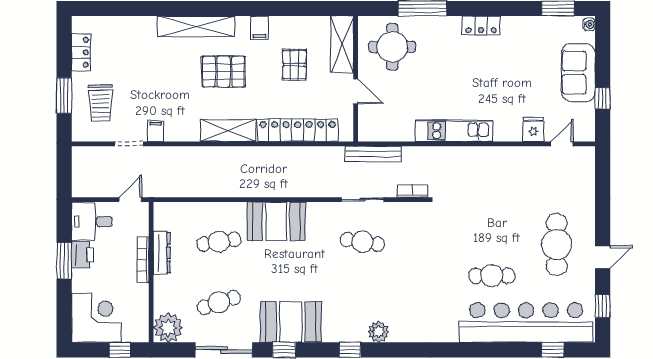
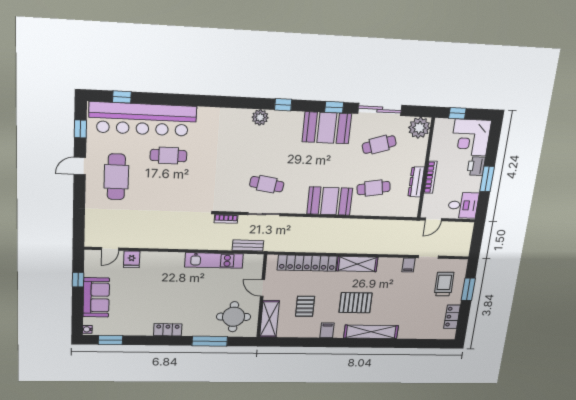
kitchen unit: (454, 131) -> (214, 260), moved
bench: (373, 154) -> (248, 245), width x0.73
printer: (82, 255) -> (476, 166), moved

